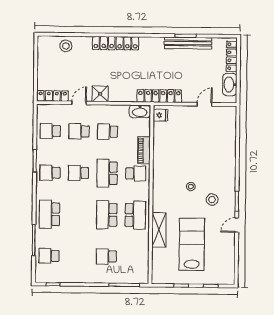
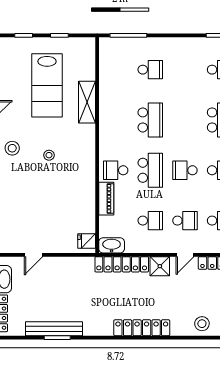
locker: (159, 96) -> (122, 264), moved
school desk: (79, 173) -> (185, 170), turned 180
stool: (212, 200) -> (12, 148), moved
school desk: (135, 215) -> (116, 120), removed

